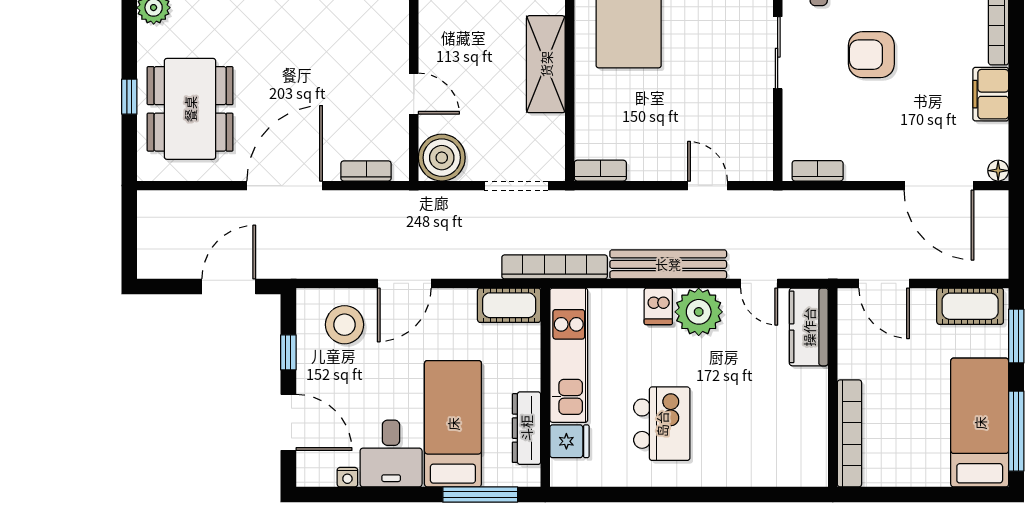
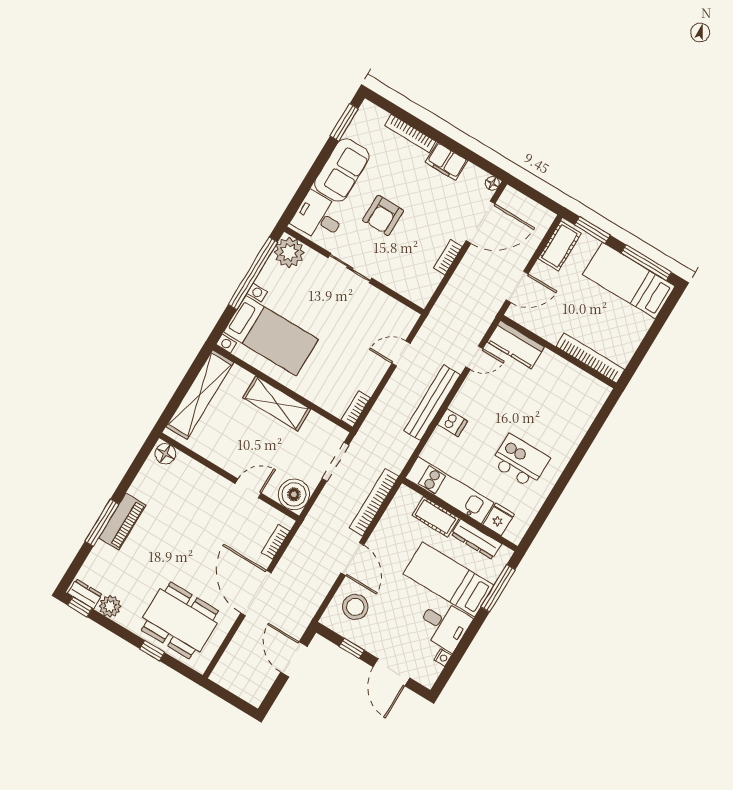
bookcase: (818, 171) -> (448, 257), moved
bookcase: (555, 267) -> (374, 502), moved
cot: (509, 305) -> (435, 517), moved, turned 90
plant: (699, 312) -> (470, 402), removed
door: (288, 422) -> (391, 672), swing flipped

